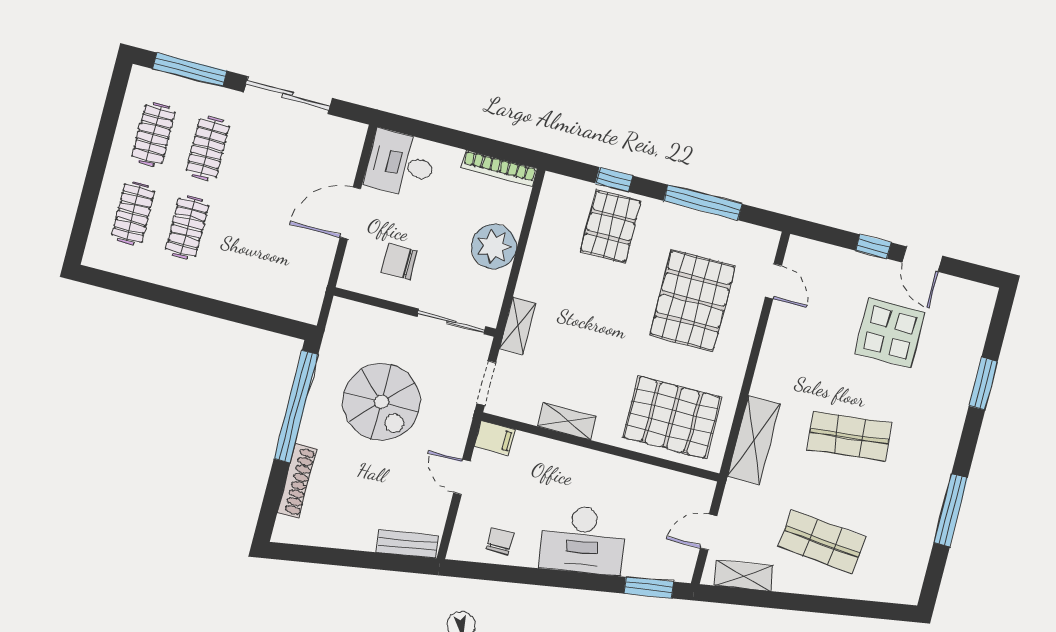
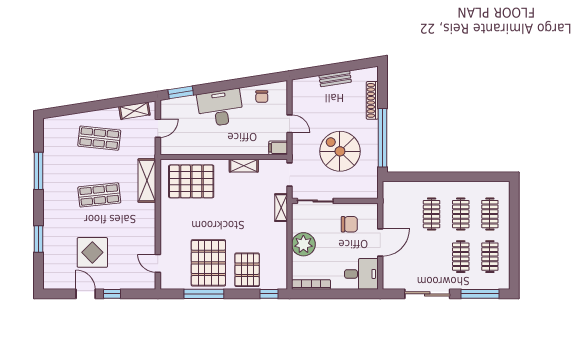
window: (614, 179) -> (269, 294), moved
clothes rail: (242, 241) -> (432, 214), added
pallet: (692, 300) -> (208, 263), moved
bench: (407, 544) -> (335, 79), moved

